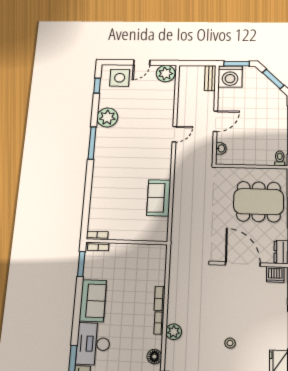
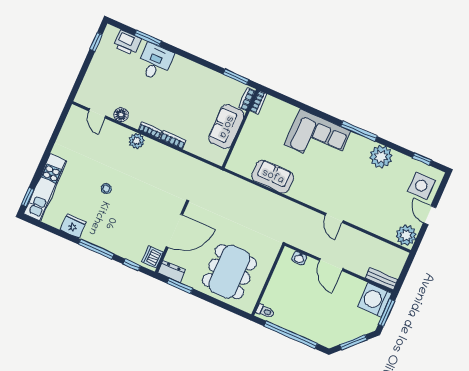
corner sofa: (110, 174) -> (317, 138), added
sofa: (93, 301) -> (226, 127), moved, turned 90
desk: (93, 344) -> (155, 62), width x0.73

